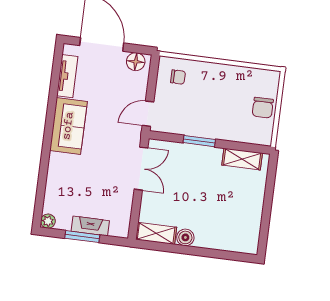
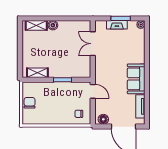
door: (148, 114) -> (93, 91), hinge flipped
double door: (141, 169) -> (93, 44), moved
shelving: (156, 233) -> (36, 25), moved
boiler: (185, 237) -> (53, 25), moved

